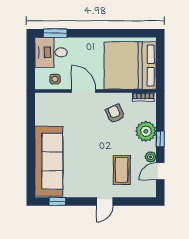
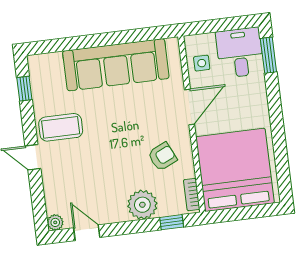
window: (160, 139) -> (172, 222), moved
plant: (151, 157) -> (55, 222), moved
sofa: (49, 161) -> (116, 65), moved
coffee table: (122, 170) -> (61, 127), moved

